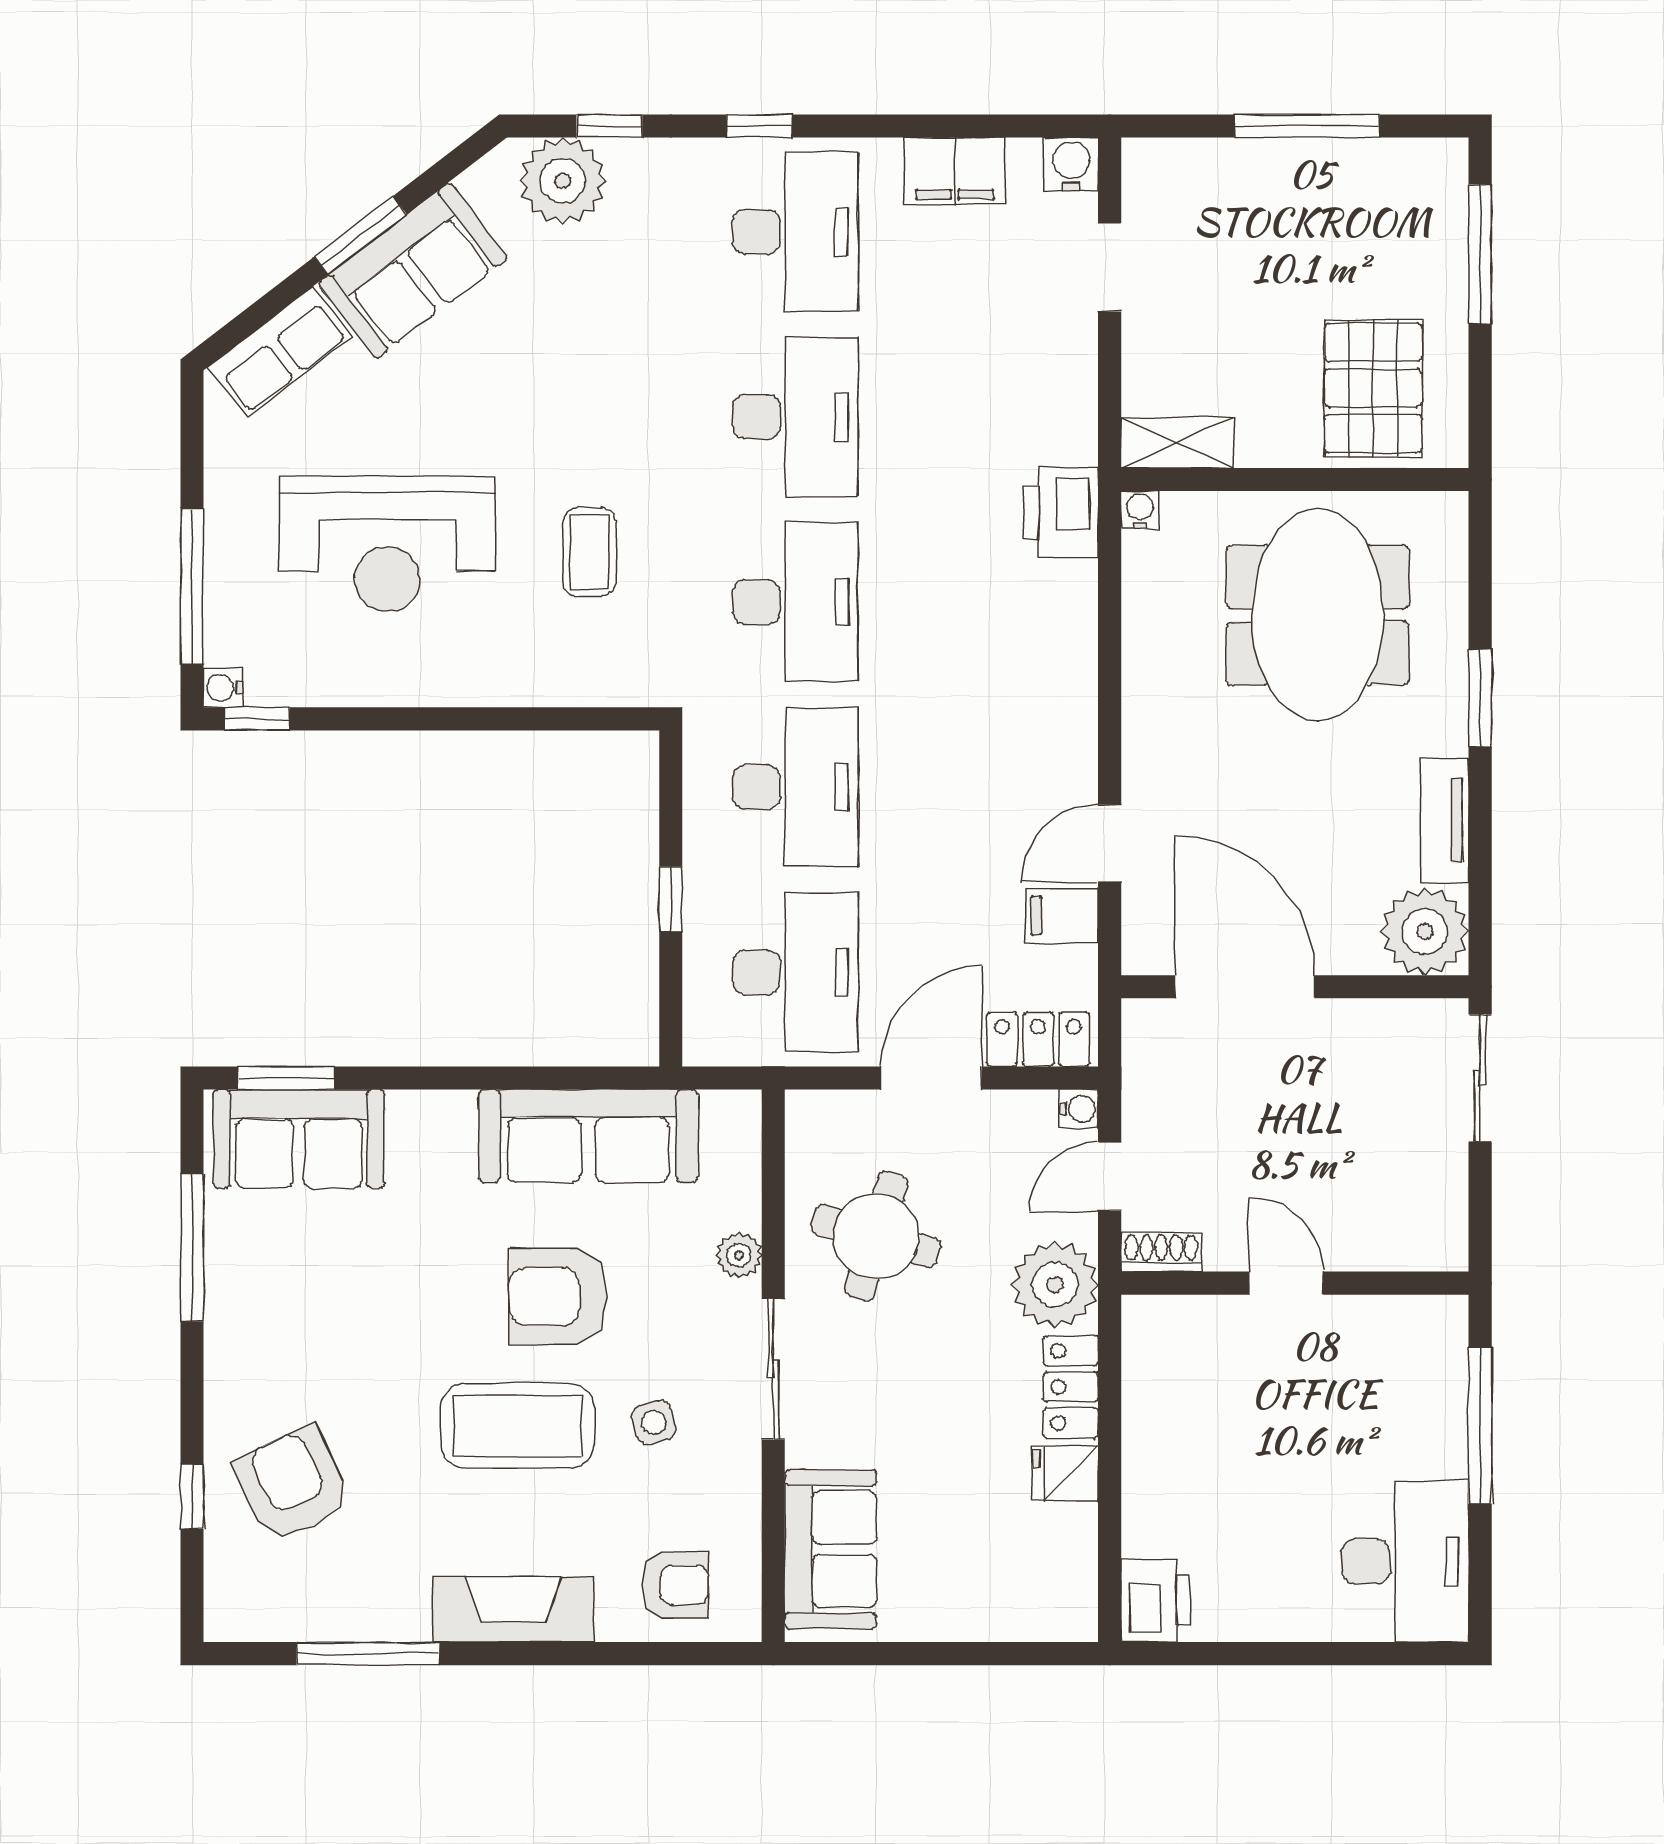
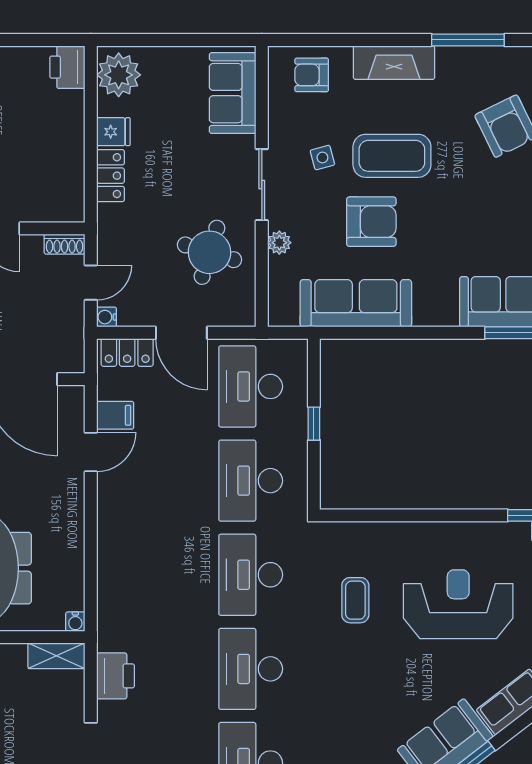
printer: (1061, 512) -> (115, 676), moved
door: (931, 1078) -> (181, 333), hinge flipped
plant: (1055, 1285) -> (119, 75), moved

